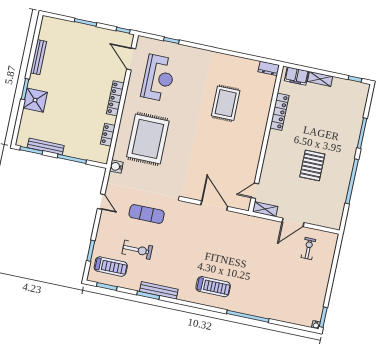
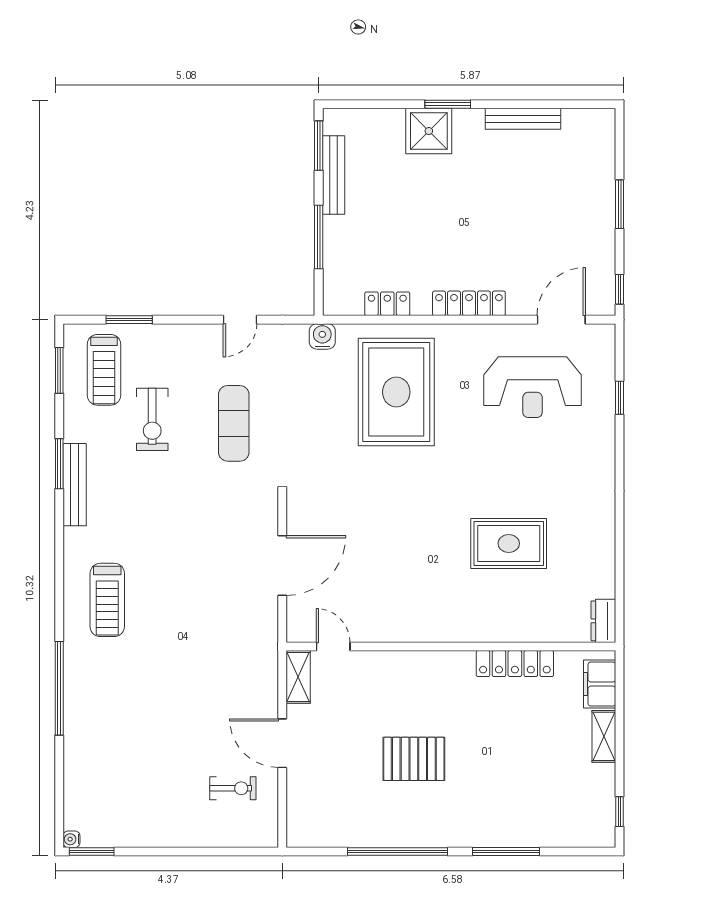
rug: (148, 139) -> (396, 392), turned 90

